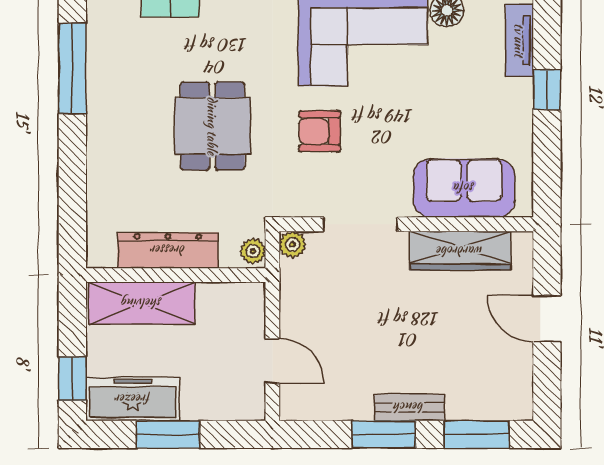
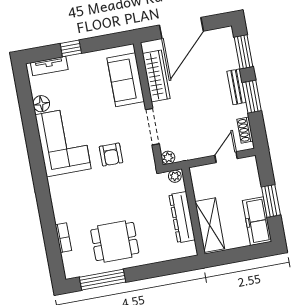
dining table: (212, 126) -> (115, 241), moved
door: (547, 319) -> (181, 28), width x1.87
window: (72, 379) -> (252, 252), removed
shoe rack: (319, 409) -> (245, 130), added

